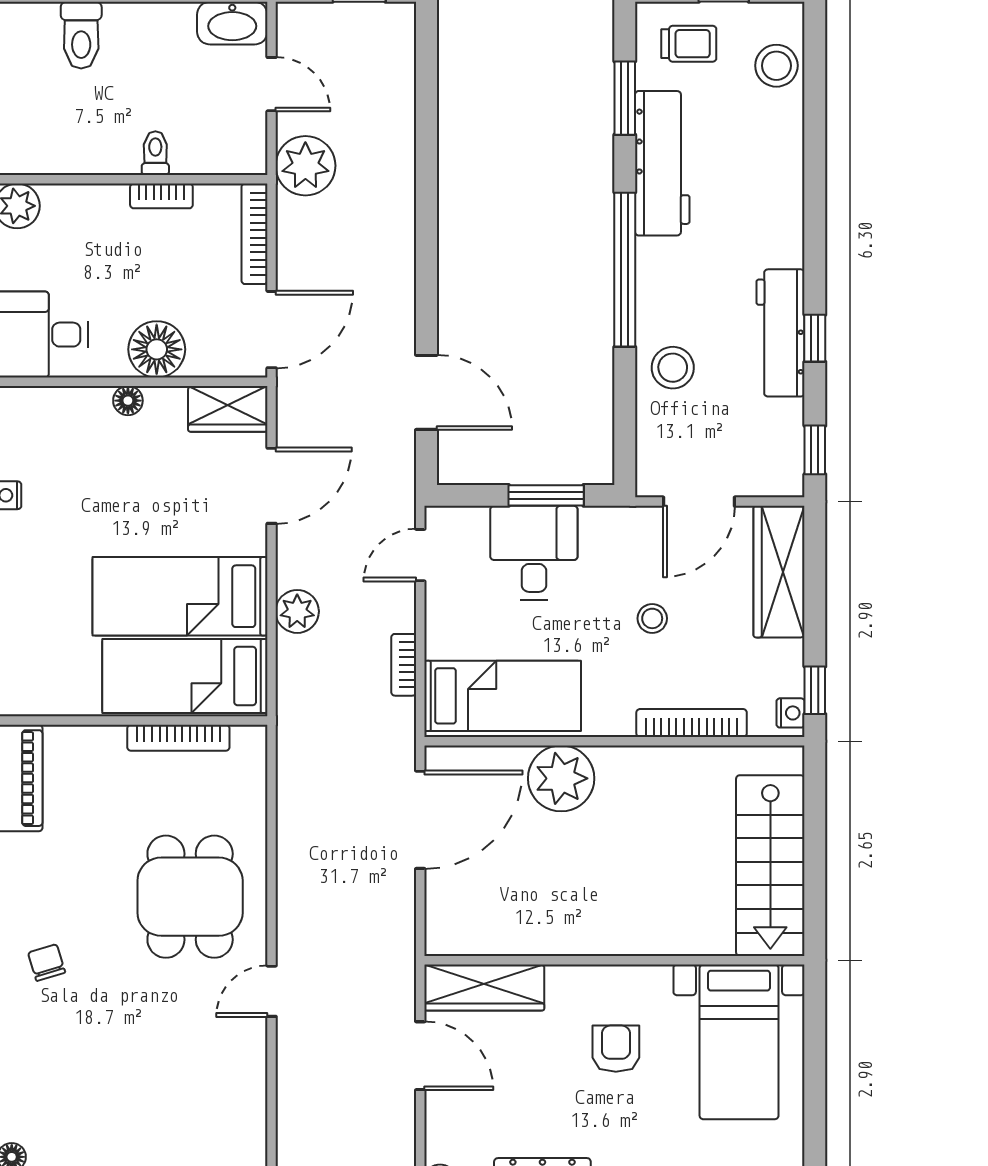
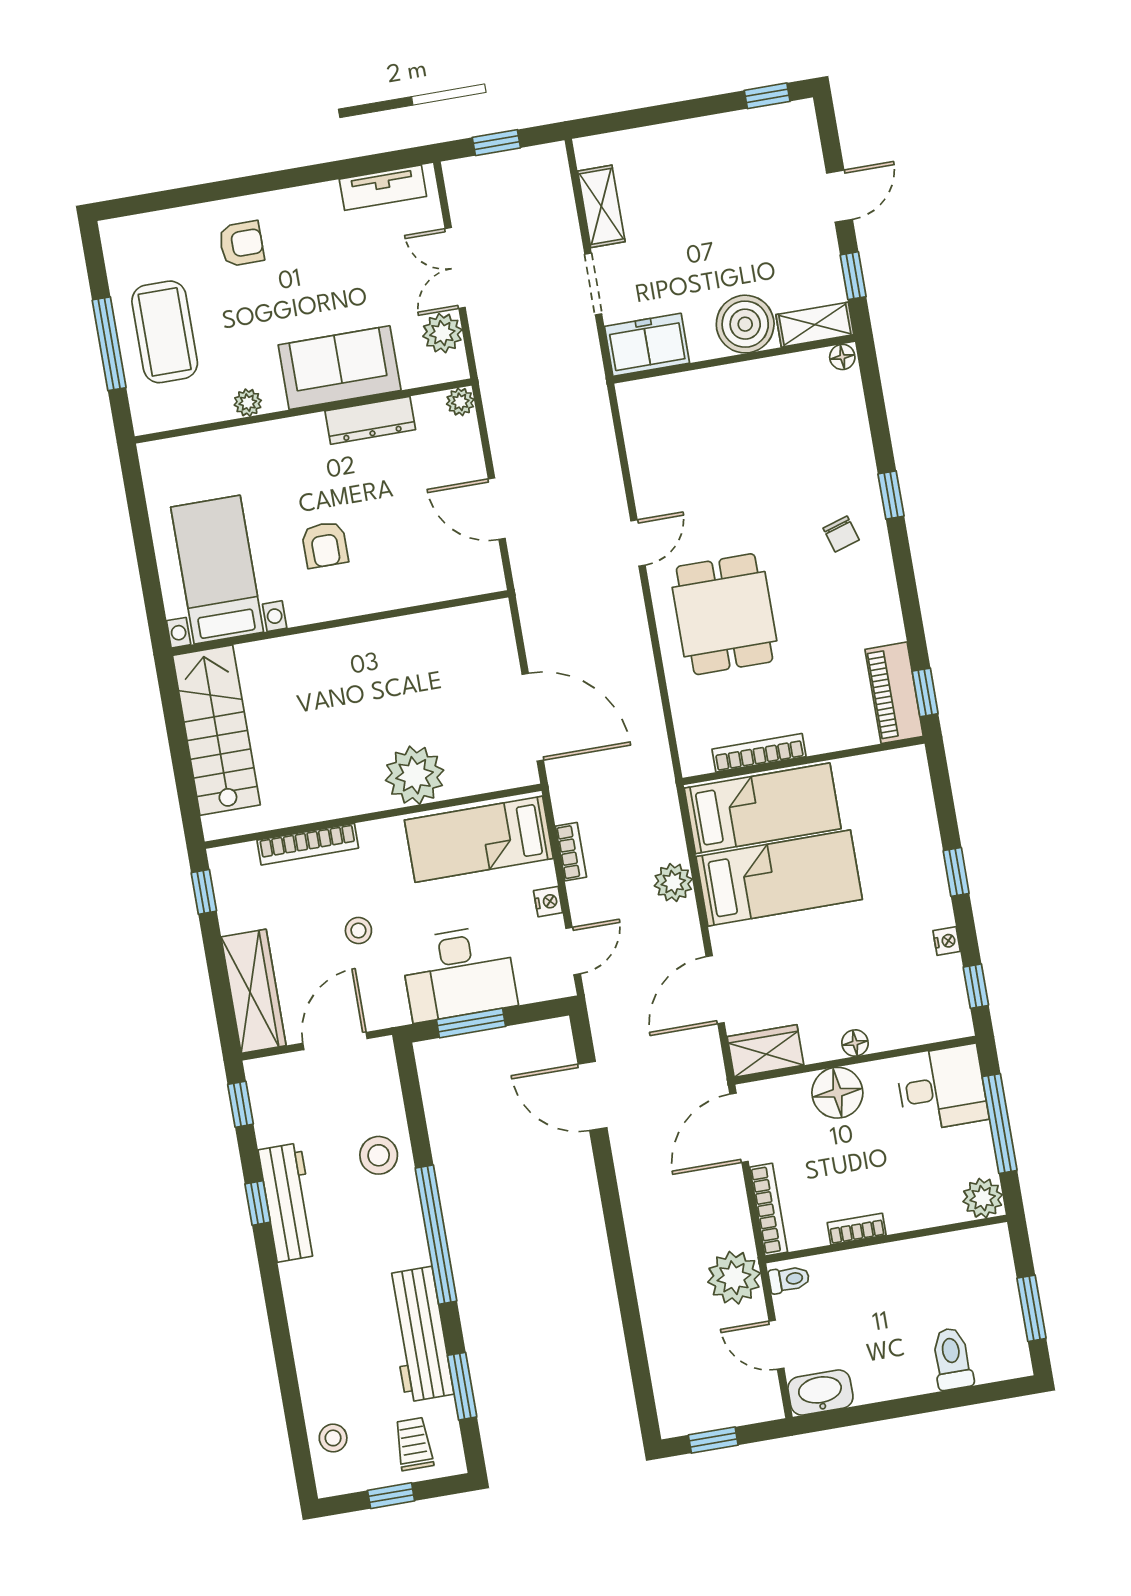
trolley: (689, 44) -> (414, 1444), turned 90
stool: (776, 66) -> (333, 1438), width x0.73, depth x0.73
toilet: (155, 153) -> (789, 1279), moved, turned -90
desk: (534, 553) -> (459, 973), width x1.37
nightstand: (791, 713) -> (548, 902), moved, turned 180
door: (420, 820) -> (533, 717), swing flipped
wardrobe: (484, 988) -> (451, 579), removed

